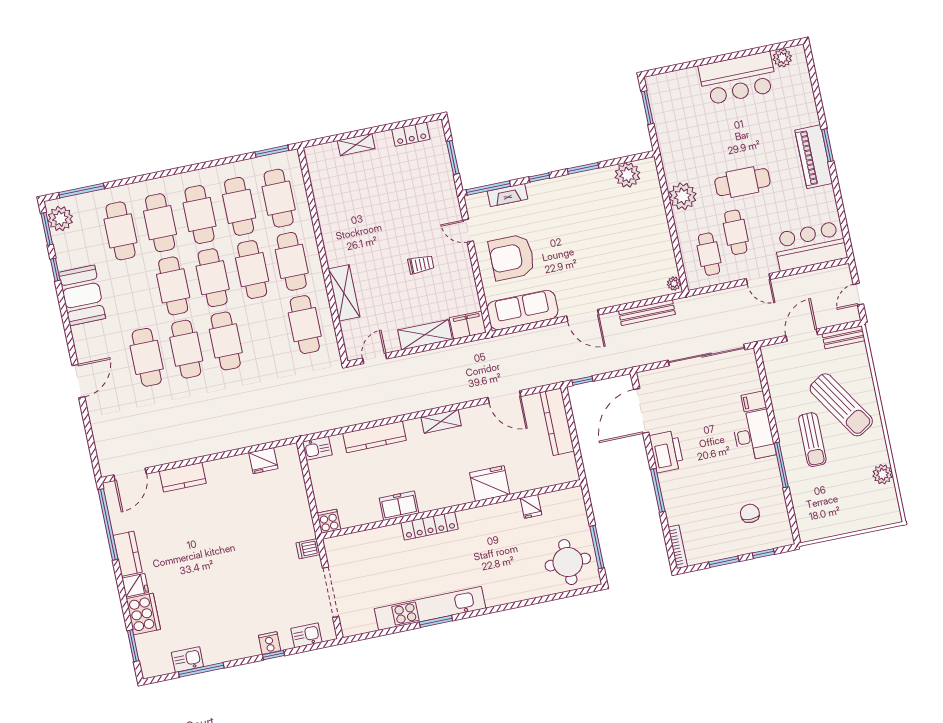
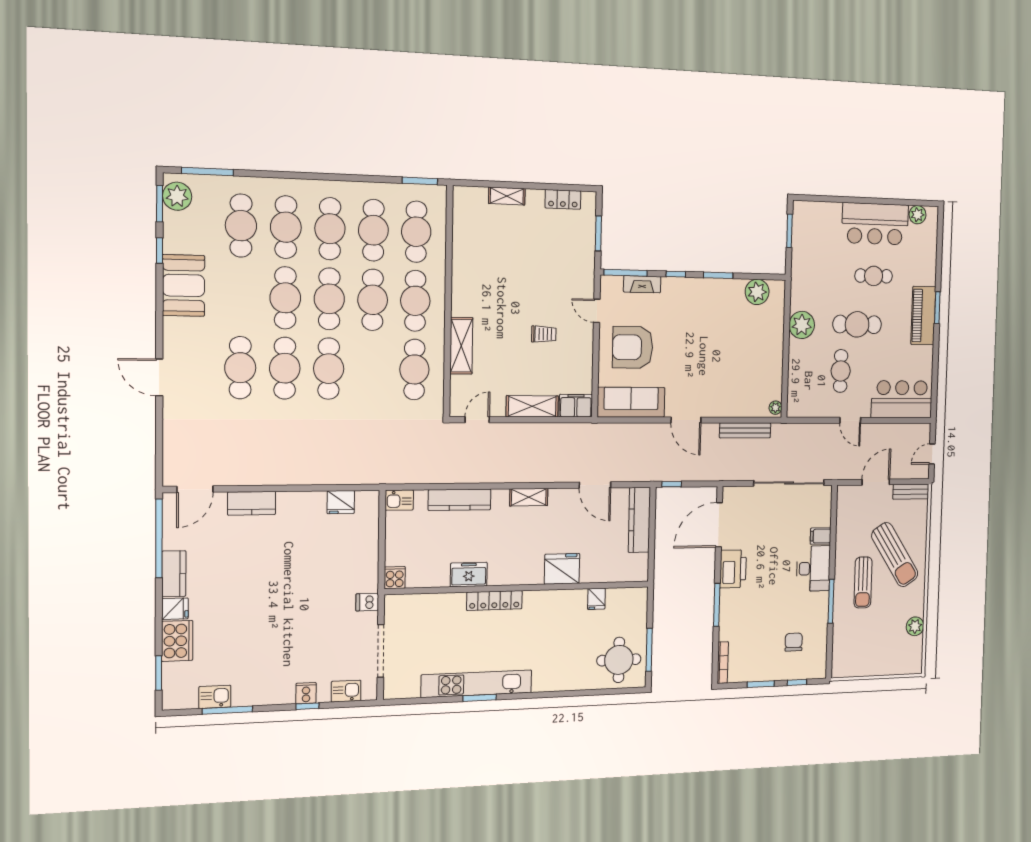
cafe table: (709, 254) -> (874, 276), moved, turned 90
door: (78, 381) -> (159, 377), swing flipped

